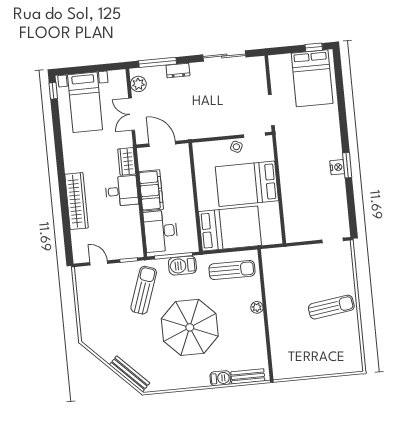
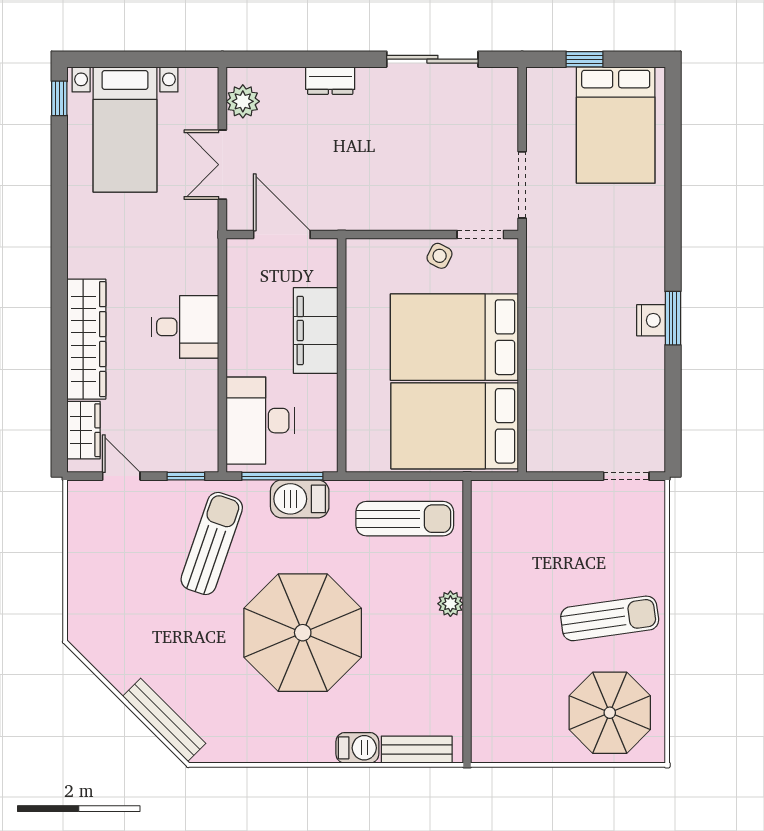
window: (314, 47) -> (584, 59), moved
window: (158, 62) -> (288, 59), removed
wardrobe: (127, 161) -> (84, 430), moved, turned 180
filing cabinet: (151, 190) -> (316, 330), moved, turned 180
bed: (230, 228) -> (455, 426), moved, turned 180
parasol: (336, 351) -> (610, 713), added

